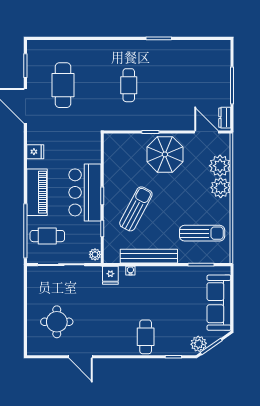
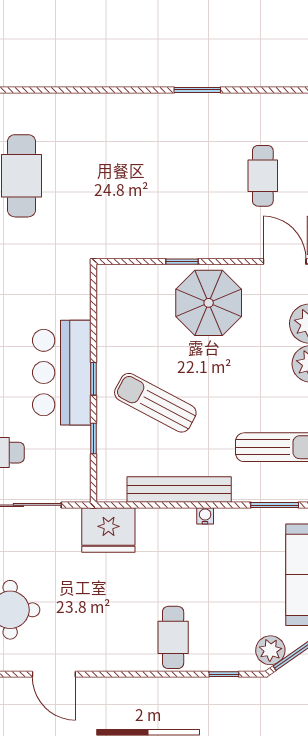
cafe table: (129, 85) -> (263, 176), moved
sun lounger: (136, 209) -> (155, 403), turned -90
plant: (95, 254) -> (80, 486), removed
water cooler: (130, 271) -> (205, 516), moved
fridge: (110, 275) -> (108, 530), width x1.88, depth x1.34

